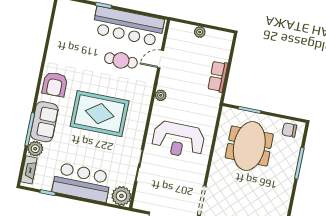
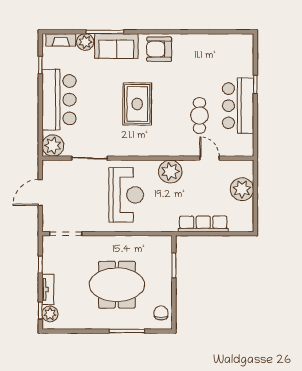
bar counter: (128, 26) -> (238, 106), width x0.73
plant: (200, 32) -> (242, 189), width x1.88, depth x1.88
row of seats: (218, 76) -> (203, 224), width x1.48
plant: (161, 95) -> (170, 172), width x1.87, depth x1.87
rug: (100, 114) -> (137, 104), width x0.73, depth x0.69
reception desk: (178, 140) -> (126, 195), turned 180
meeting table: (249, 146) -> (117, 285), moved

